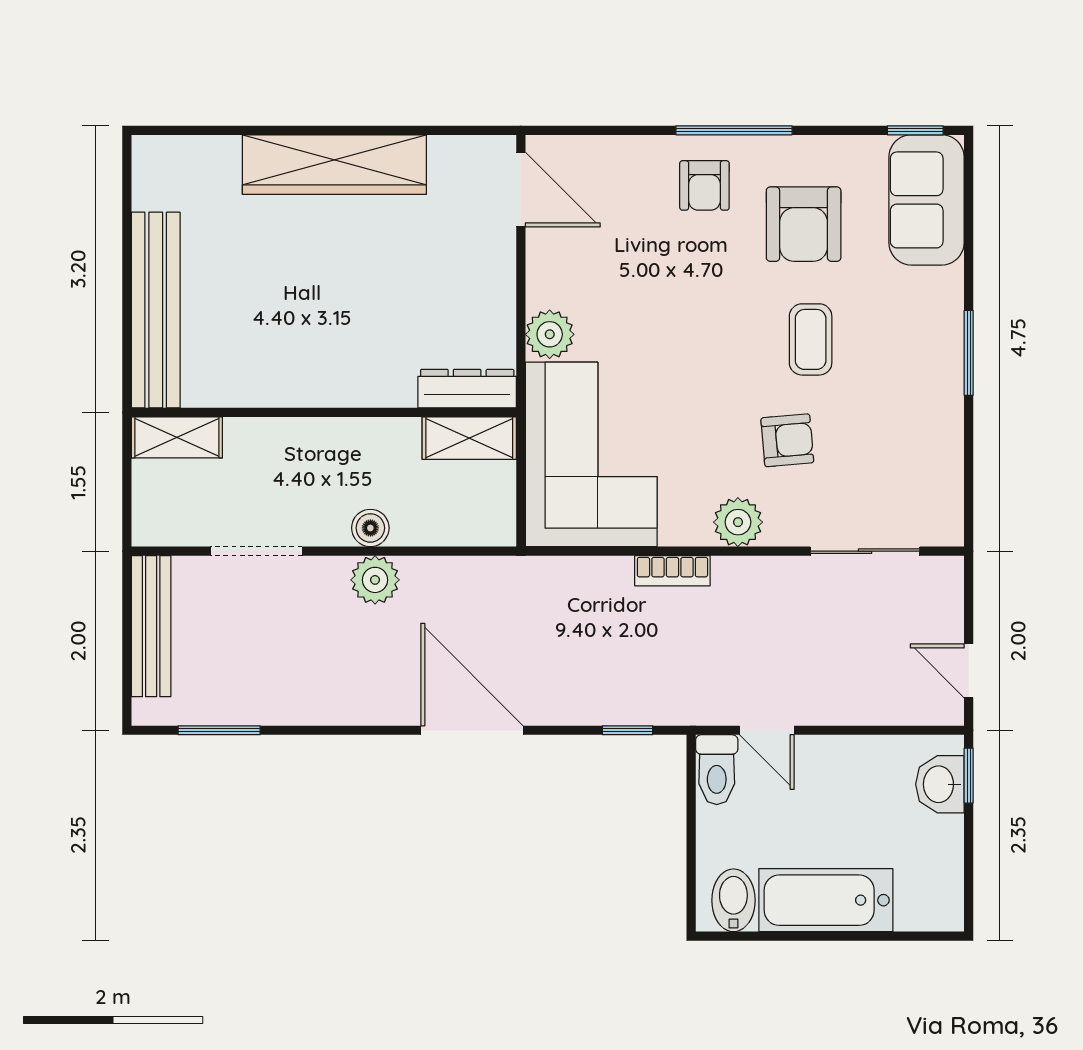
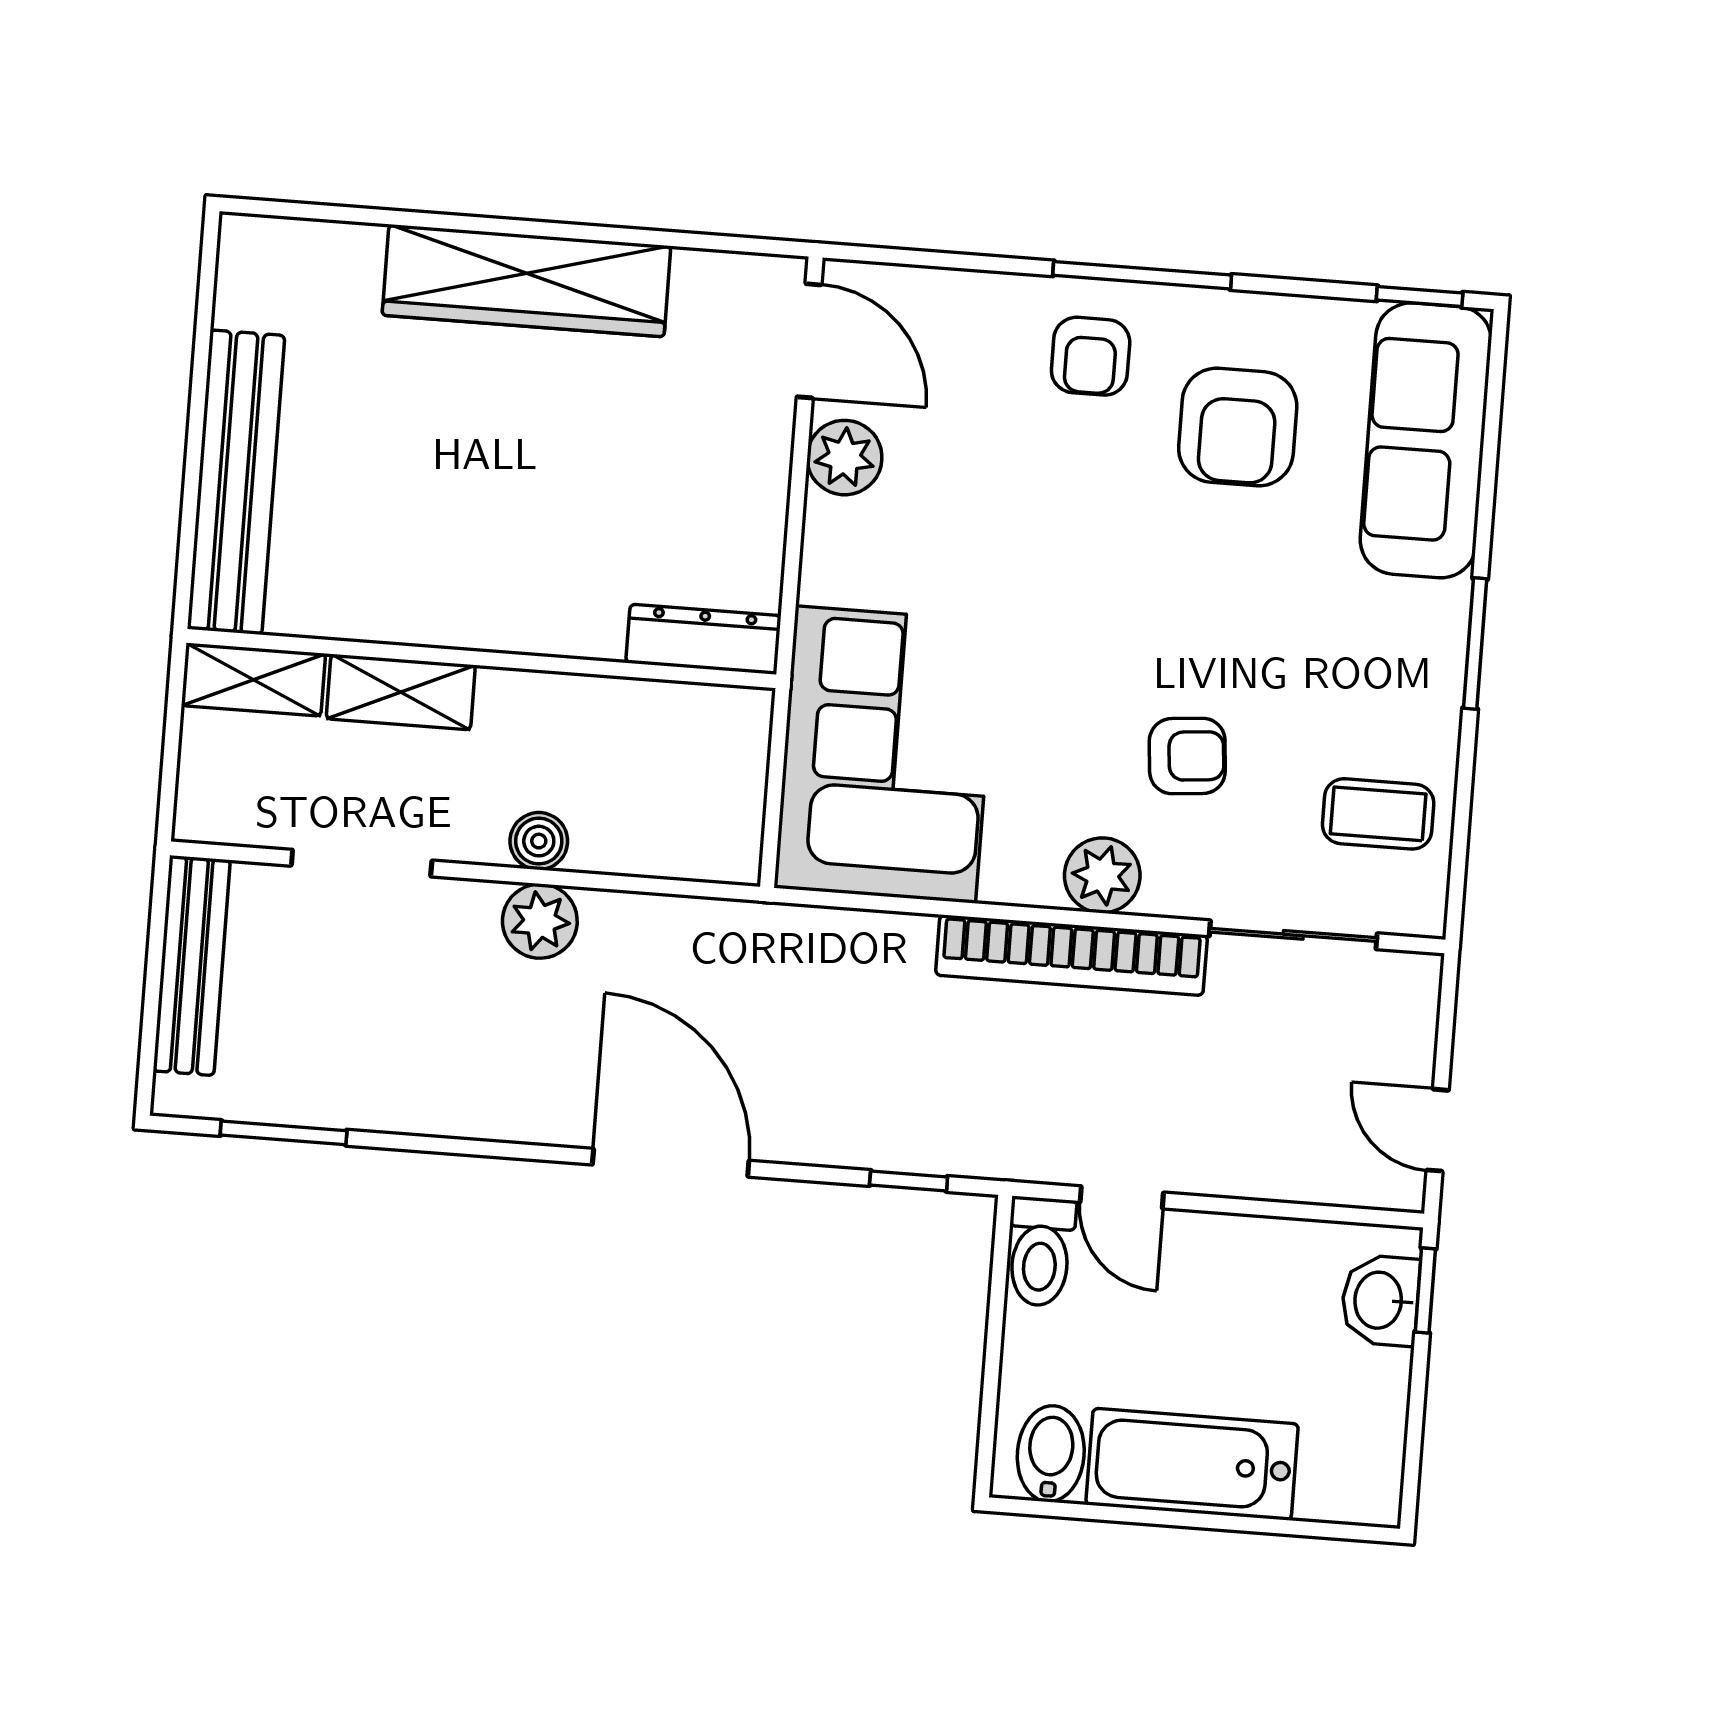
sofa: (926, 200) -> (1426, 440), width x1.36
plant: (550, 334) -> (844, 458), moved
coffee table: (811, 339) -> (1378, 814), moved, turned 90
shelving: (469, 438) -> (401, 692), moved
bookcase: (672, 571) -> (1071, 955), width x2.31, depth x1.31

